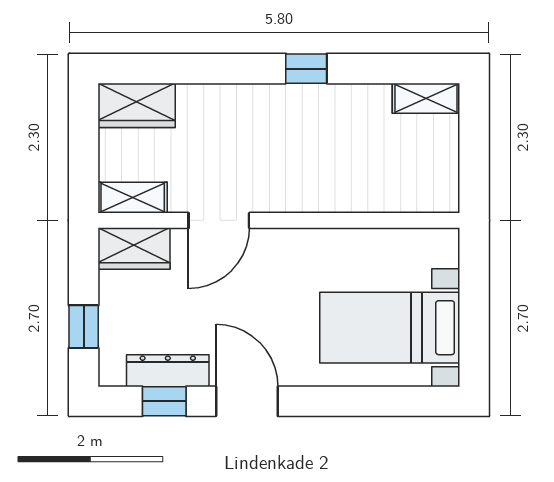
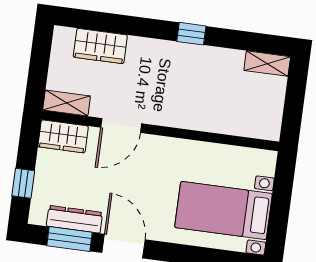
wardrobe: (137, 105) -> (100, 46), moved
window: (164, 401) -> (69, 239), width x1.50

